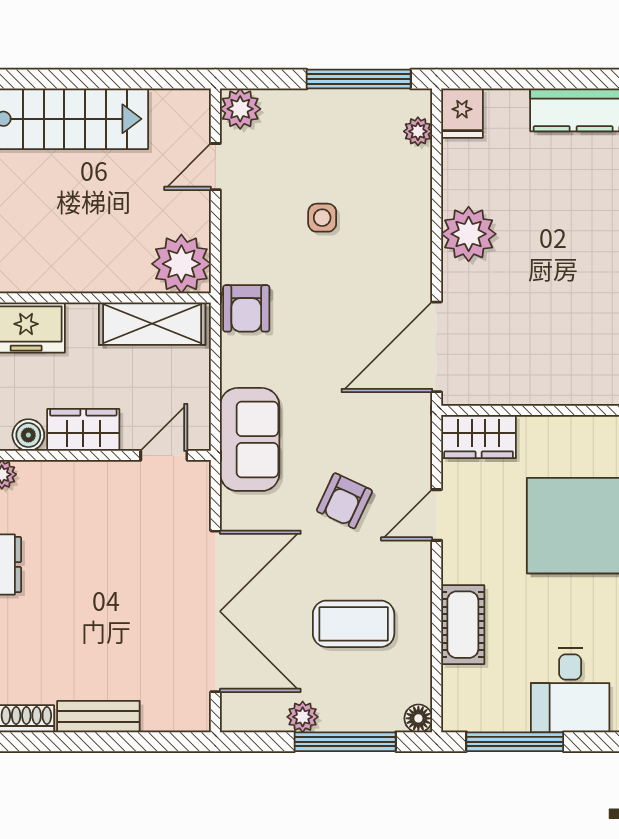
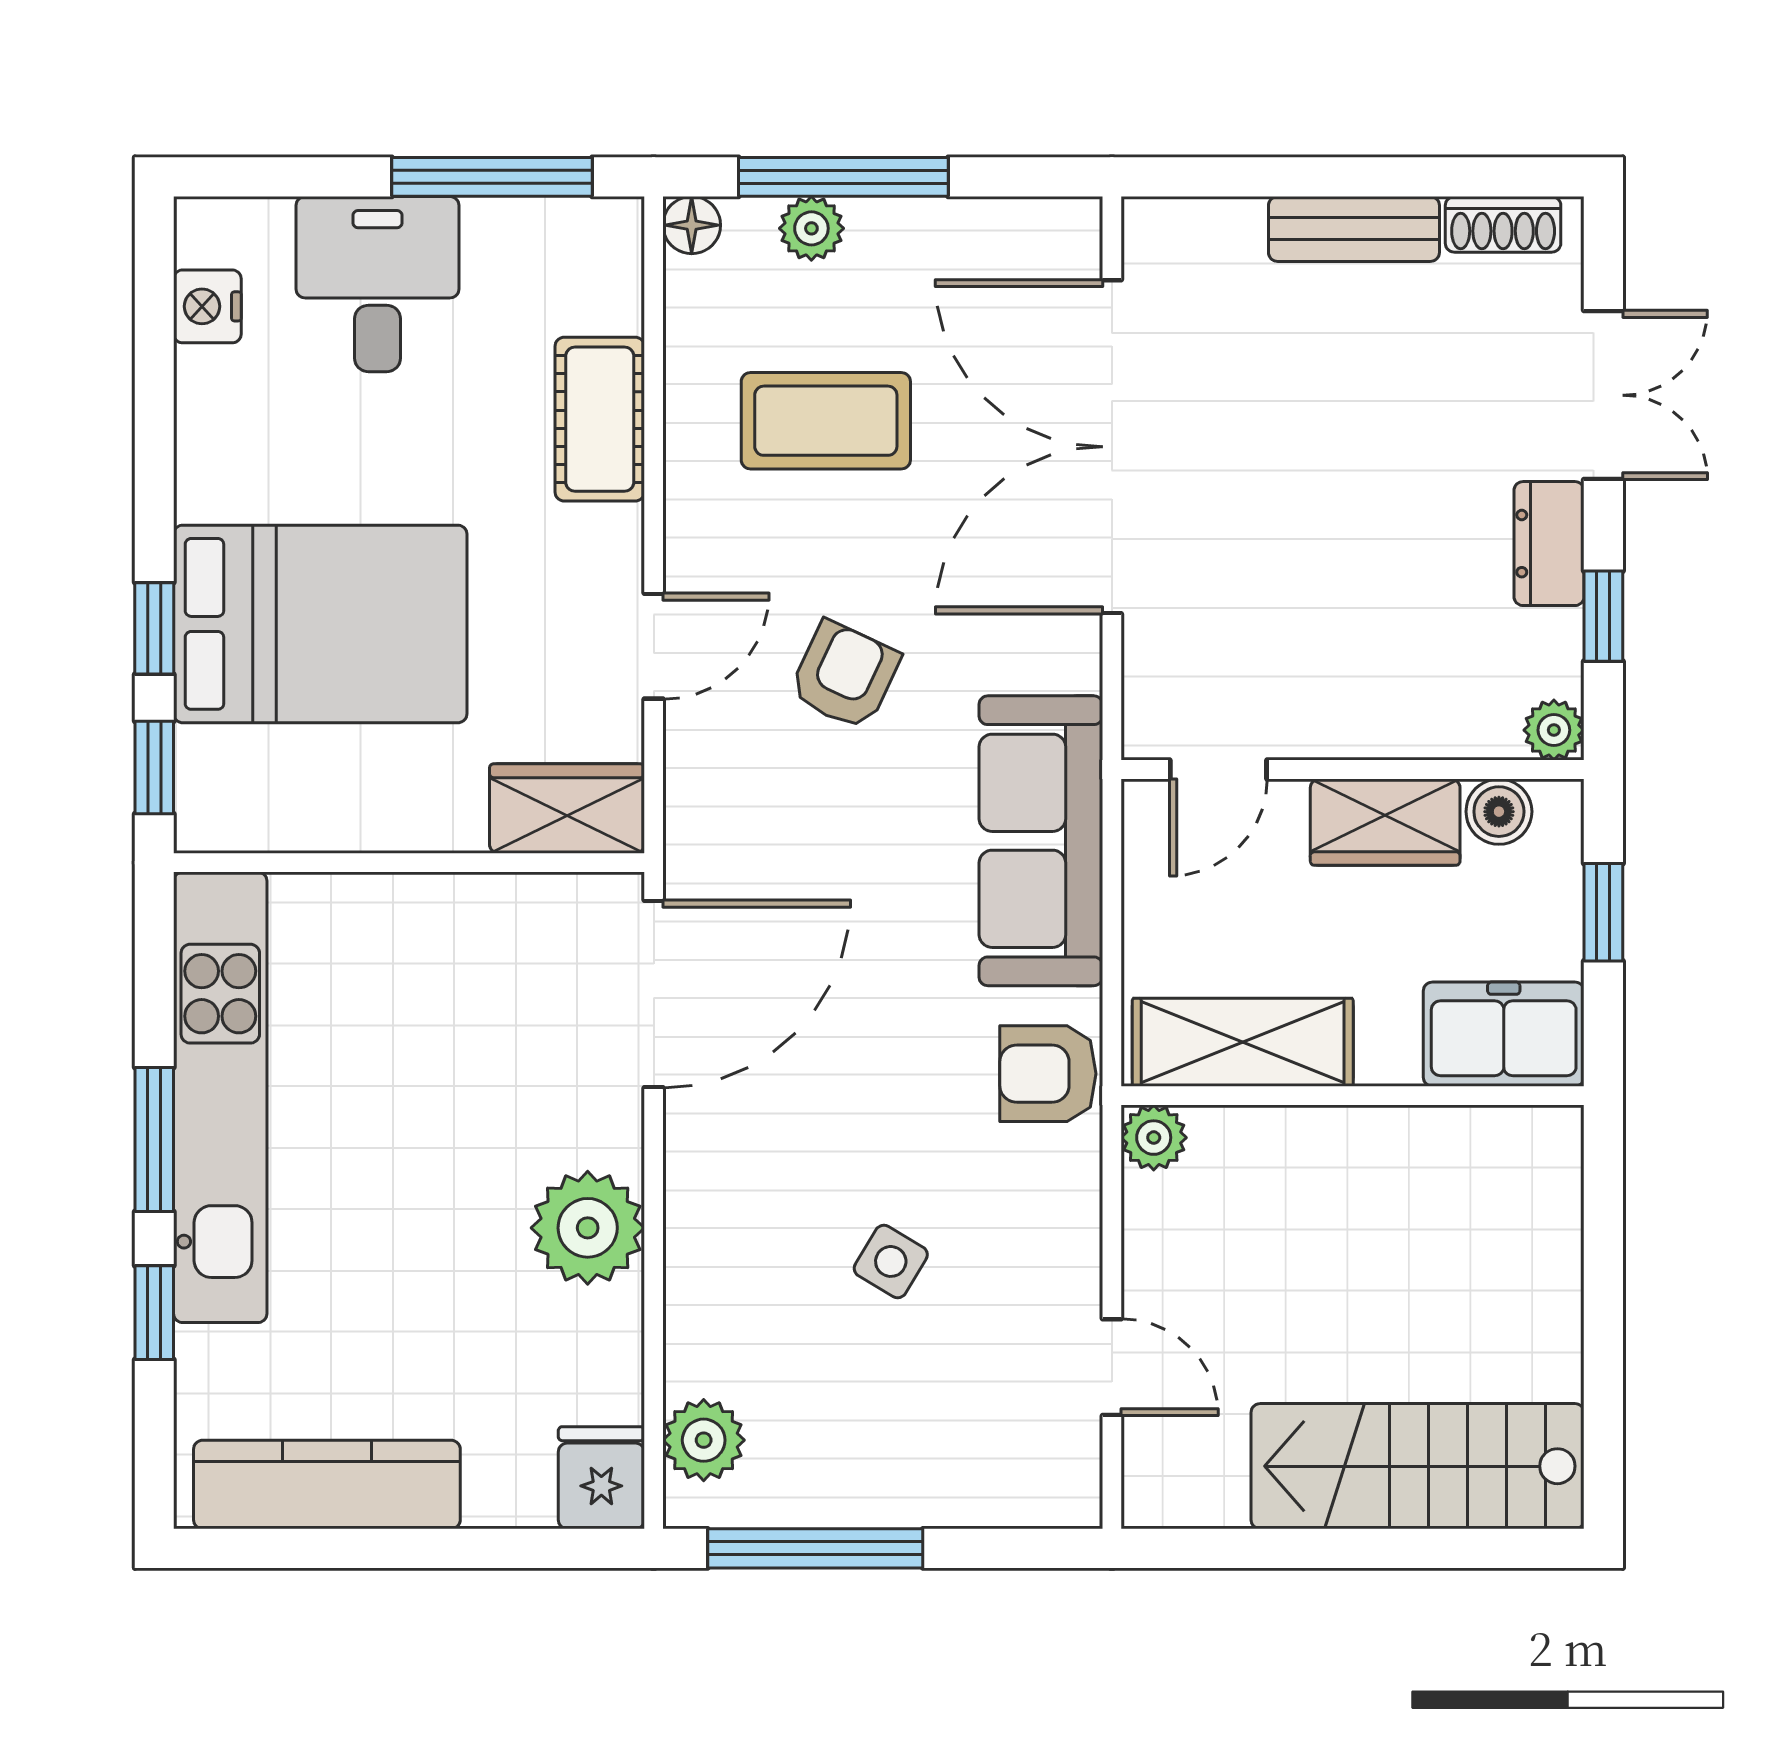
plant: (240, 109) -> (1060, 1487), removed
plant: (418, 131) -> (704, 1440), width x1.38, depth x1.38
door: (215, 167) -> (1112, 1367), hinge flipped
side table: (322, 218) -> (891, 1261), turned 31
plant: (181, 264) -> (1154, 1138), width x0.53, depth x0.53
armchair: (246, 308) -> (1048, 1074), turned -90
sofa: (250, 439) -> (1041, 841), width x1.36
plant: (303, 717) -> (811, 228), moved

